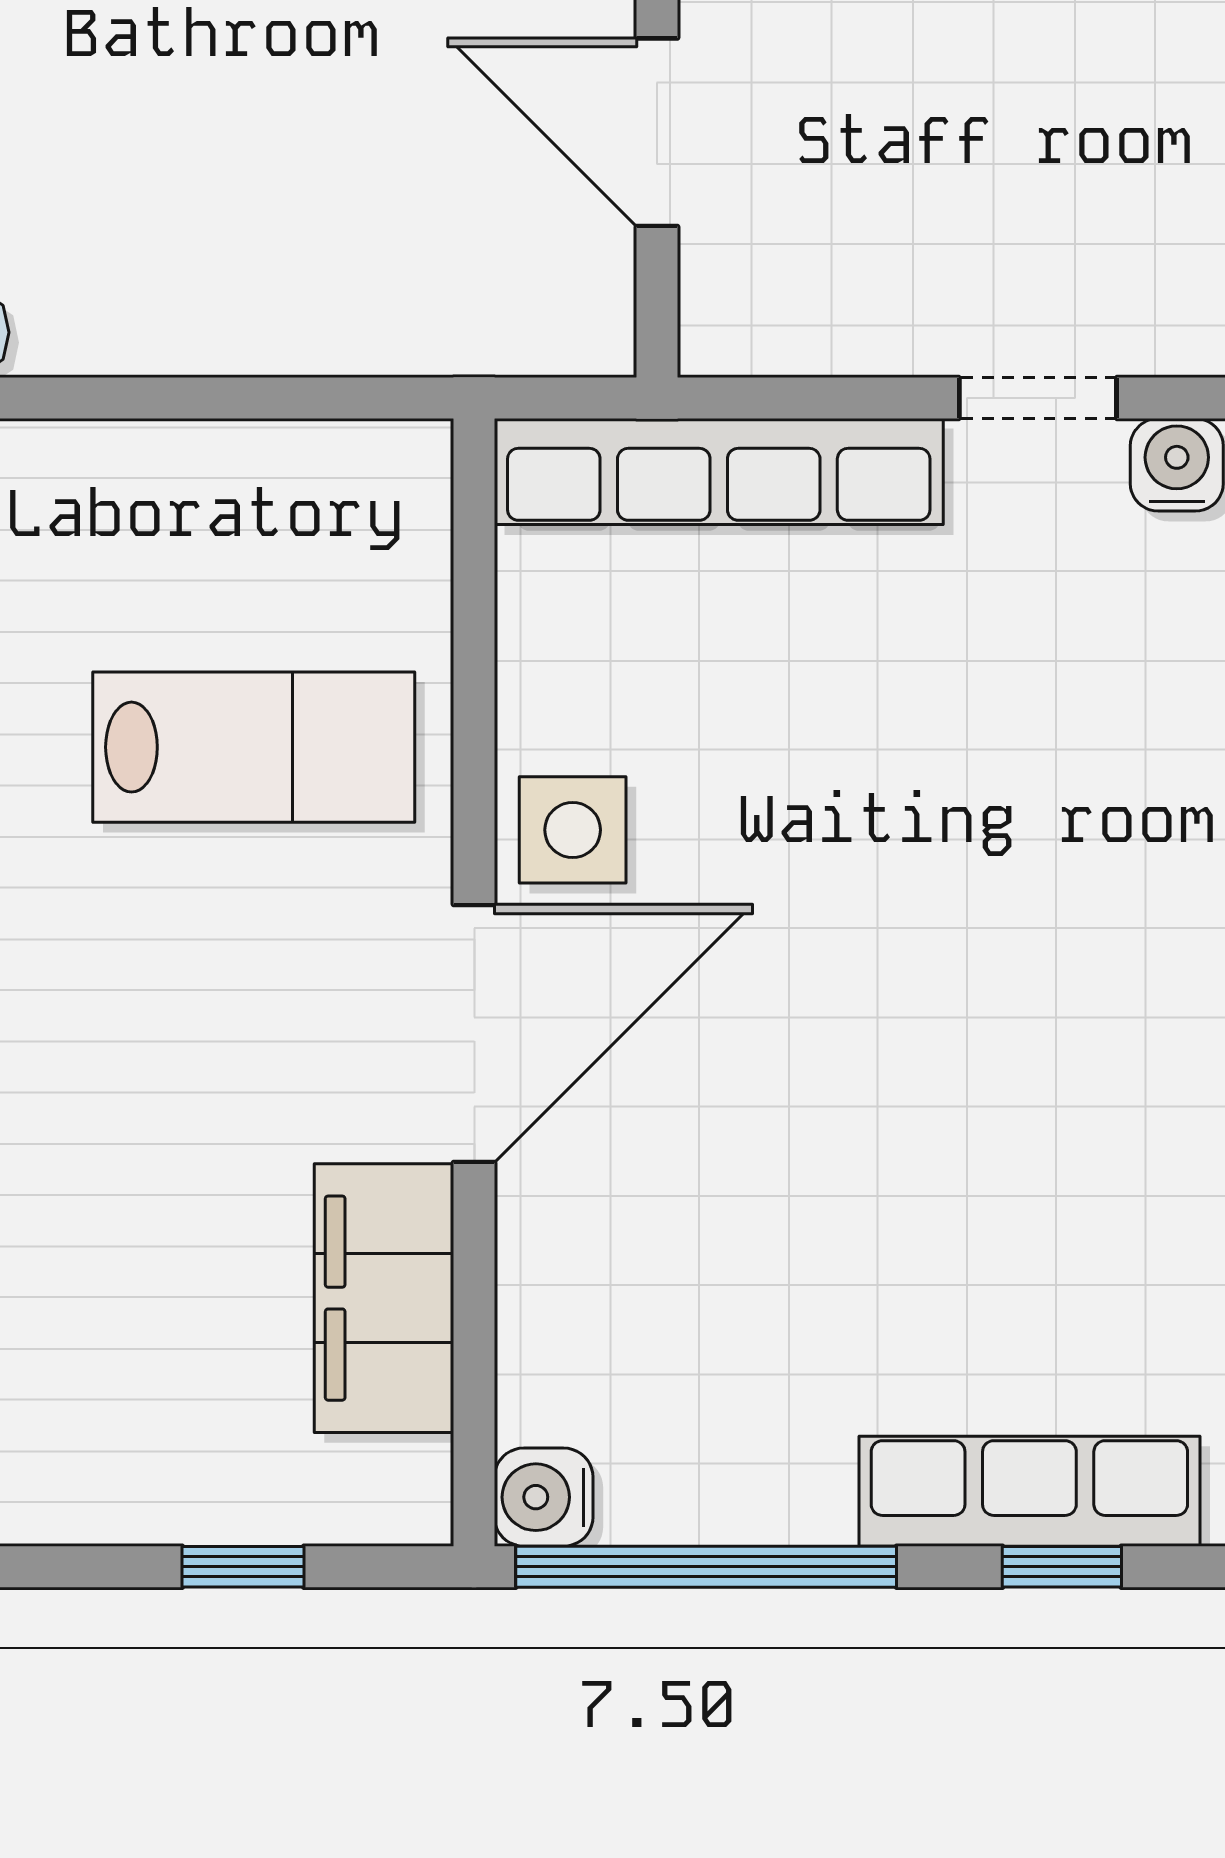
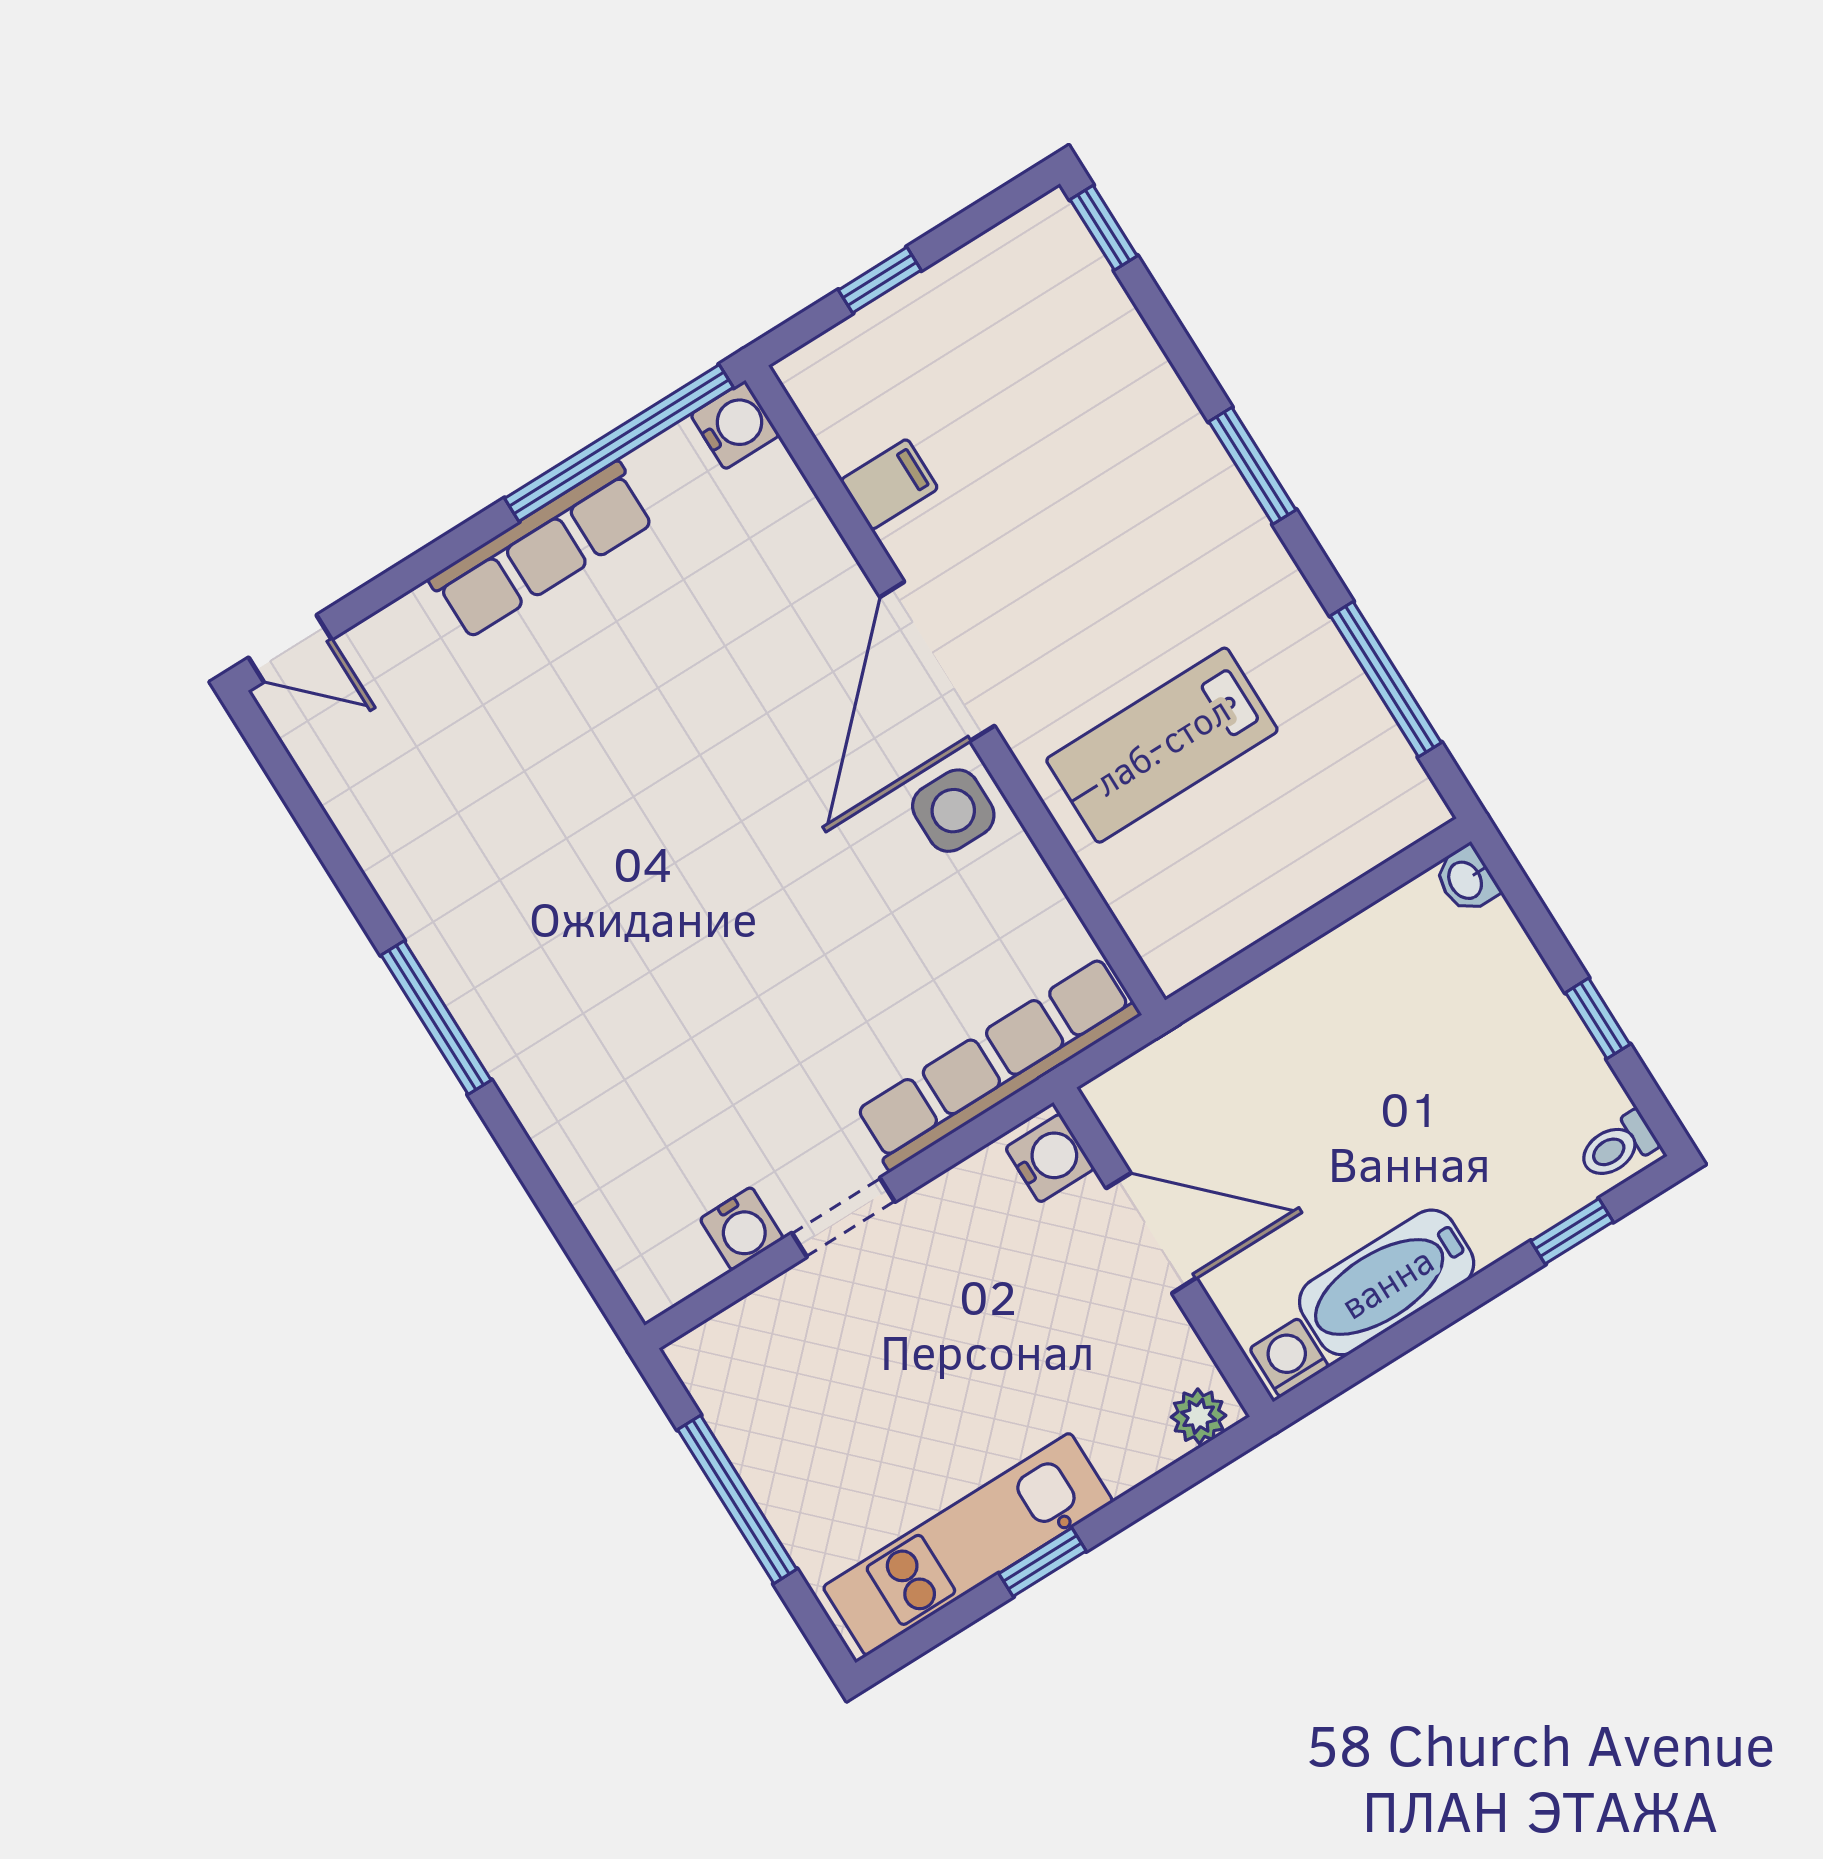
water cooler: (727, 309) -> (1050, 1158), added
filing cabinet: (384, 1298) -> (889, 484), width x0.33, depth x0.86
row of seats: (1029, 1491) -> (542, 550), moved
window: (1062, 1567) -> (419, 568), removed

